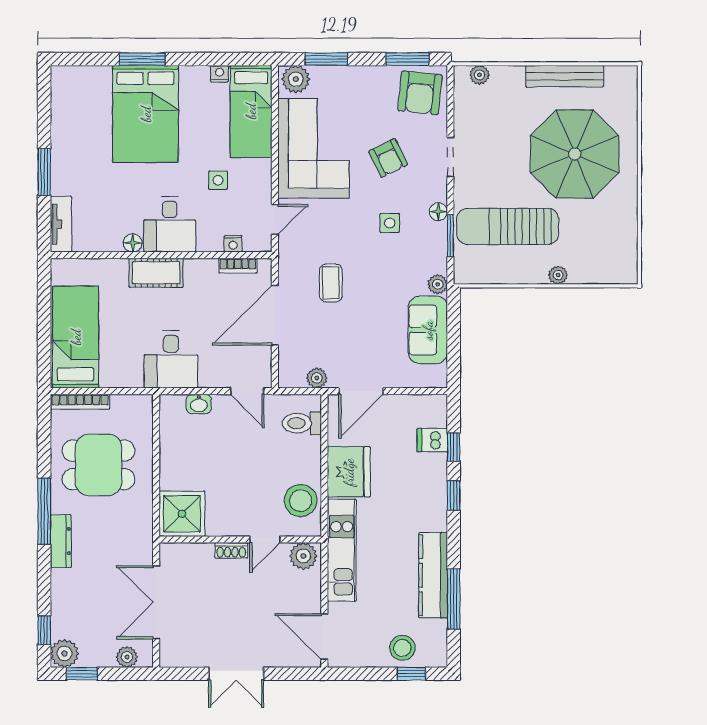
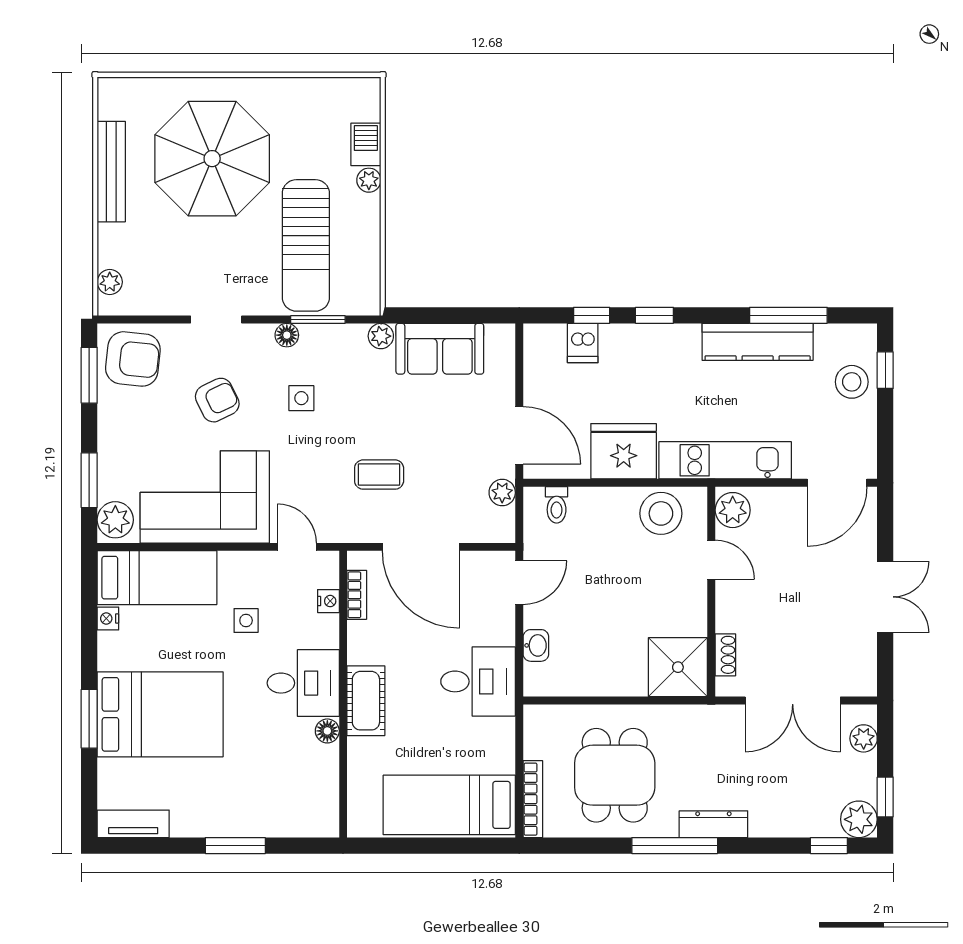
tv unit: (61, 224) -> (133, 824), moved
barbecue: (586, 273) -> (366, 144), added
toilet: (302, 423) -> (557, 505), width x0.73, depth x0.72
shoe rack: (231, 550) -> (725, 655), moved

